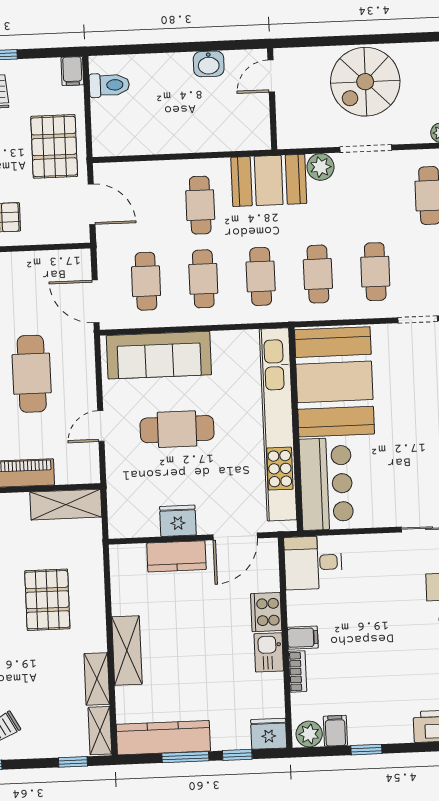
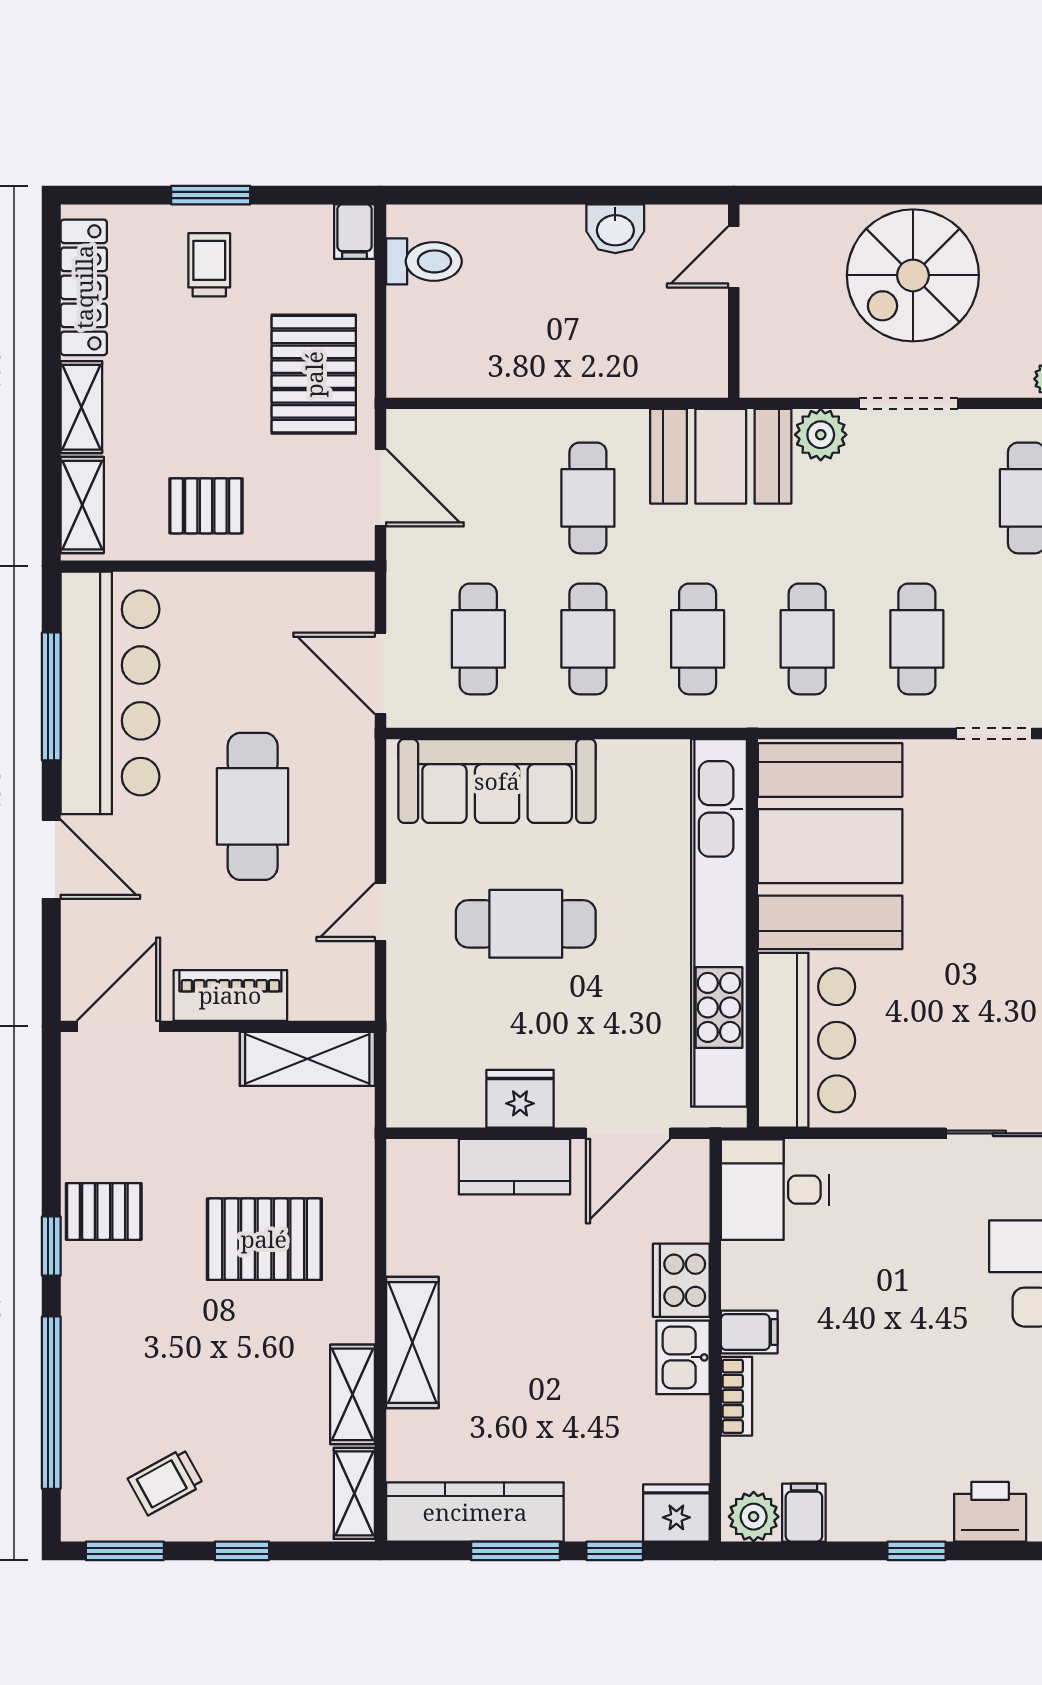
pallet: (47, 600) -> (264, 1239), turned 90
window: (366, 750) -> (916, 1551), moved
window: (73, 762) -> (242, 1551), moved

